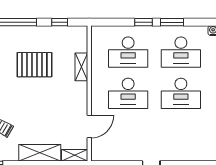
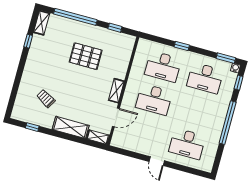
window: (172, 22) -> (226, 58), moved
shelving: (81, 67) -> (116, 91), moved
desk: (181, 93) -> (187, 144), moved

